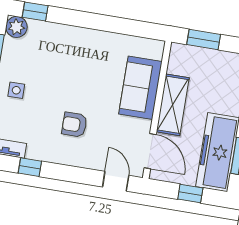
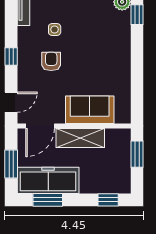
side table: (16, 90) -> (55, 29), moved
window: (30, 167) -> (11, 57), moved
window: (190, 194) -> (11, 164), width x1.50

